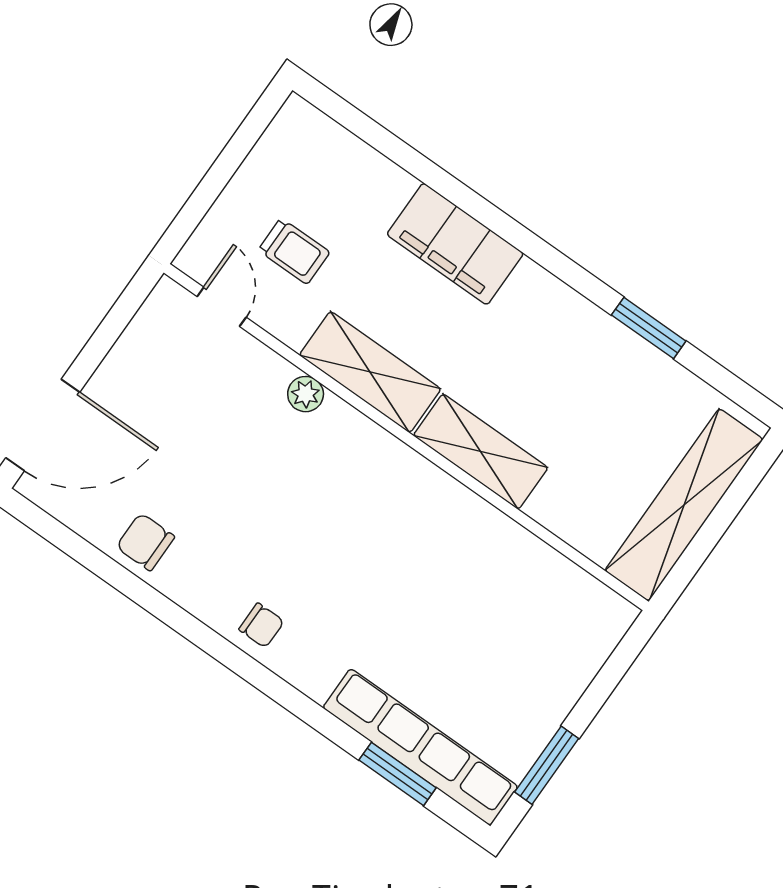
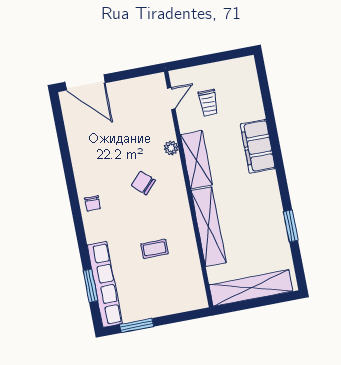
shelving: (481, 452) -> (209, 227), width x1.47
chair: (145, 542) -> (143, 183), moved, turned -47
coffee table: (448, 600) -> (154, 249), added

